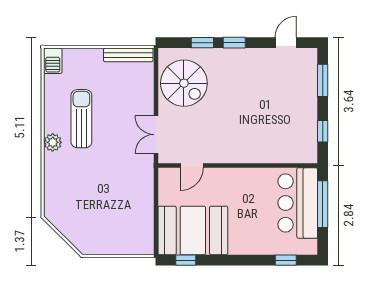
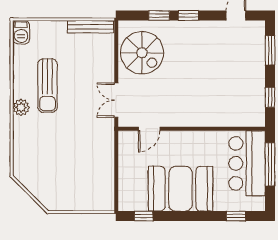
sun lounger: (81, 119) -> (47, 86), turned 180
booth: (193, 230) -> (180, 189), moved

